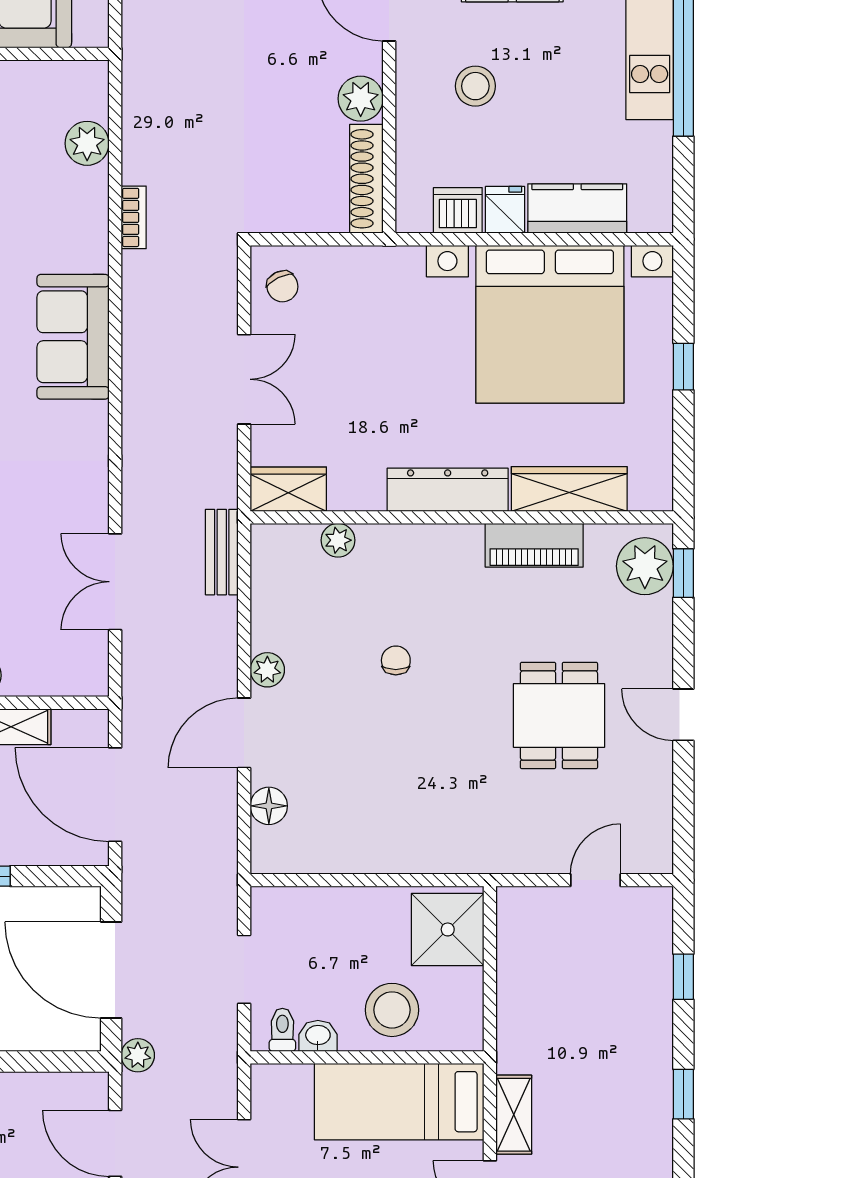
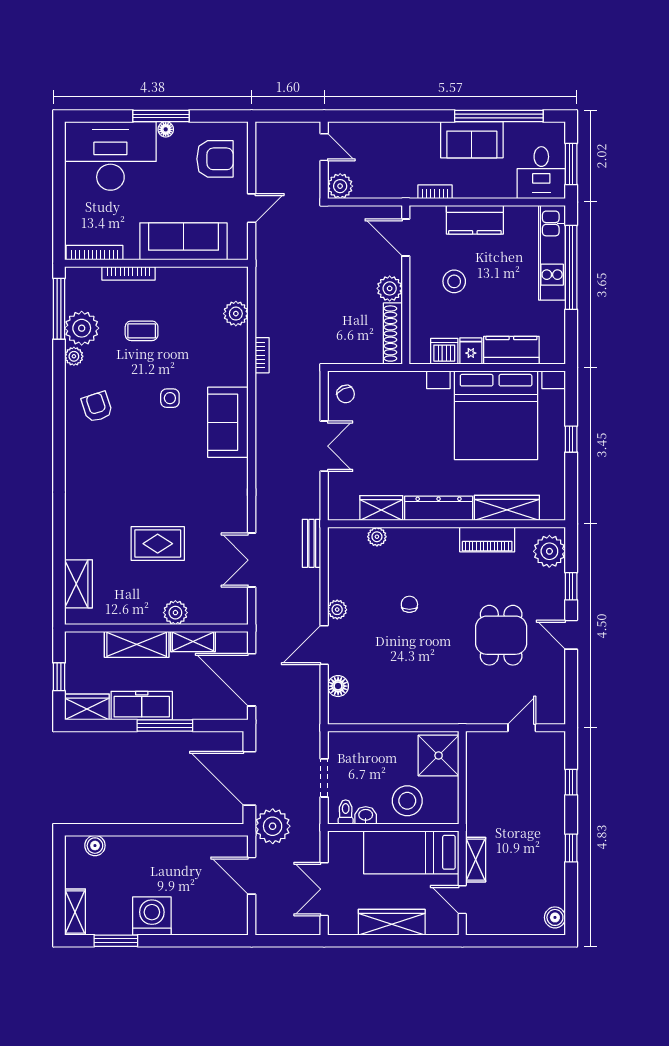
wardrobe: (288, 489) -> (381, 508), moved
window: (683, 573) -> (571, 586), moved
plant: (138, 1055) -> (273, 826), width x1.88, depth x1.88

